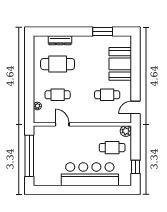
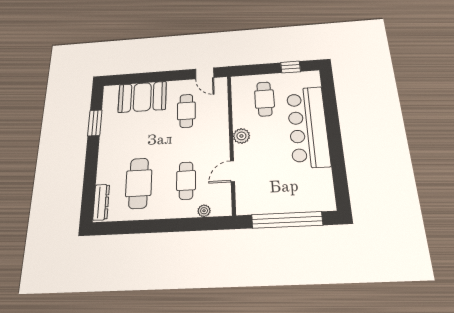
dresser: (60, 40) -> (101, 202), moved
plant: (126, 131) -> (241, 136), moved

